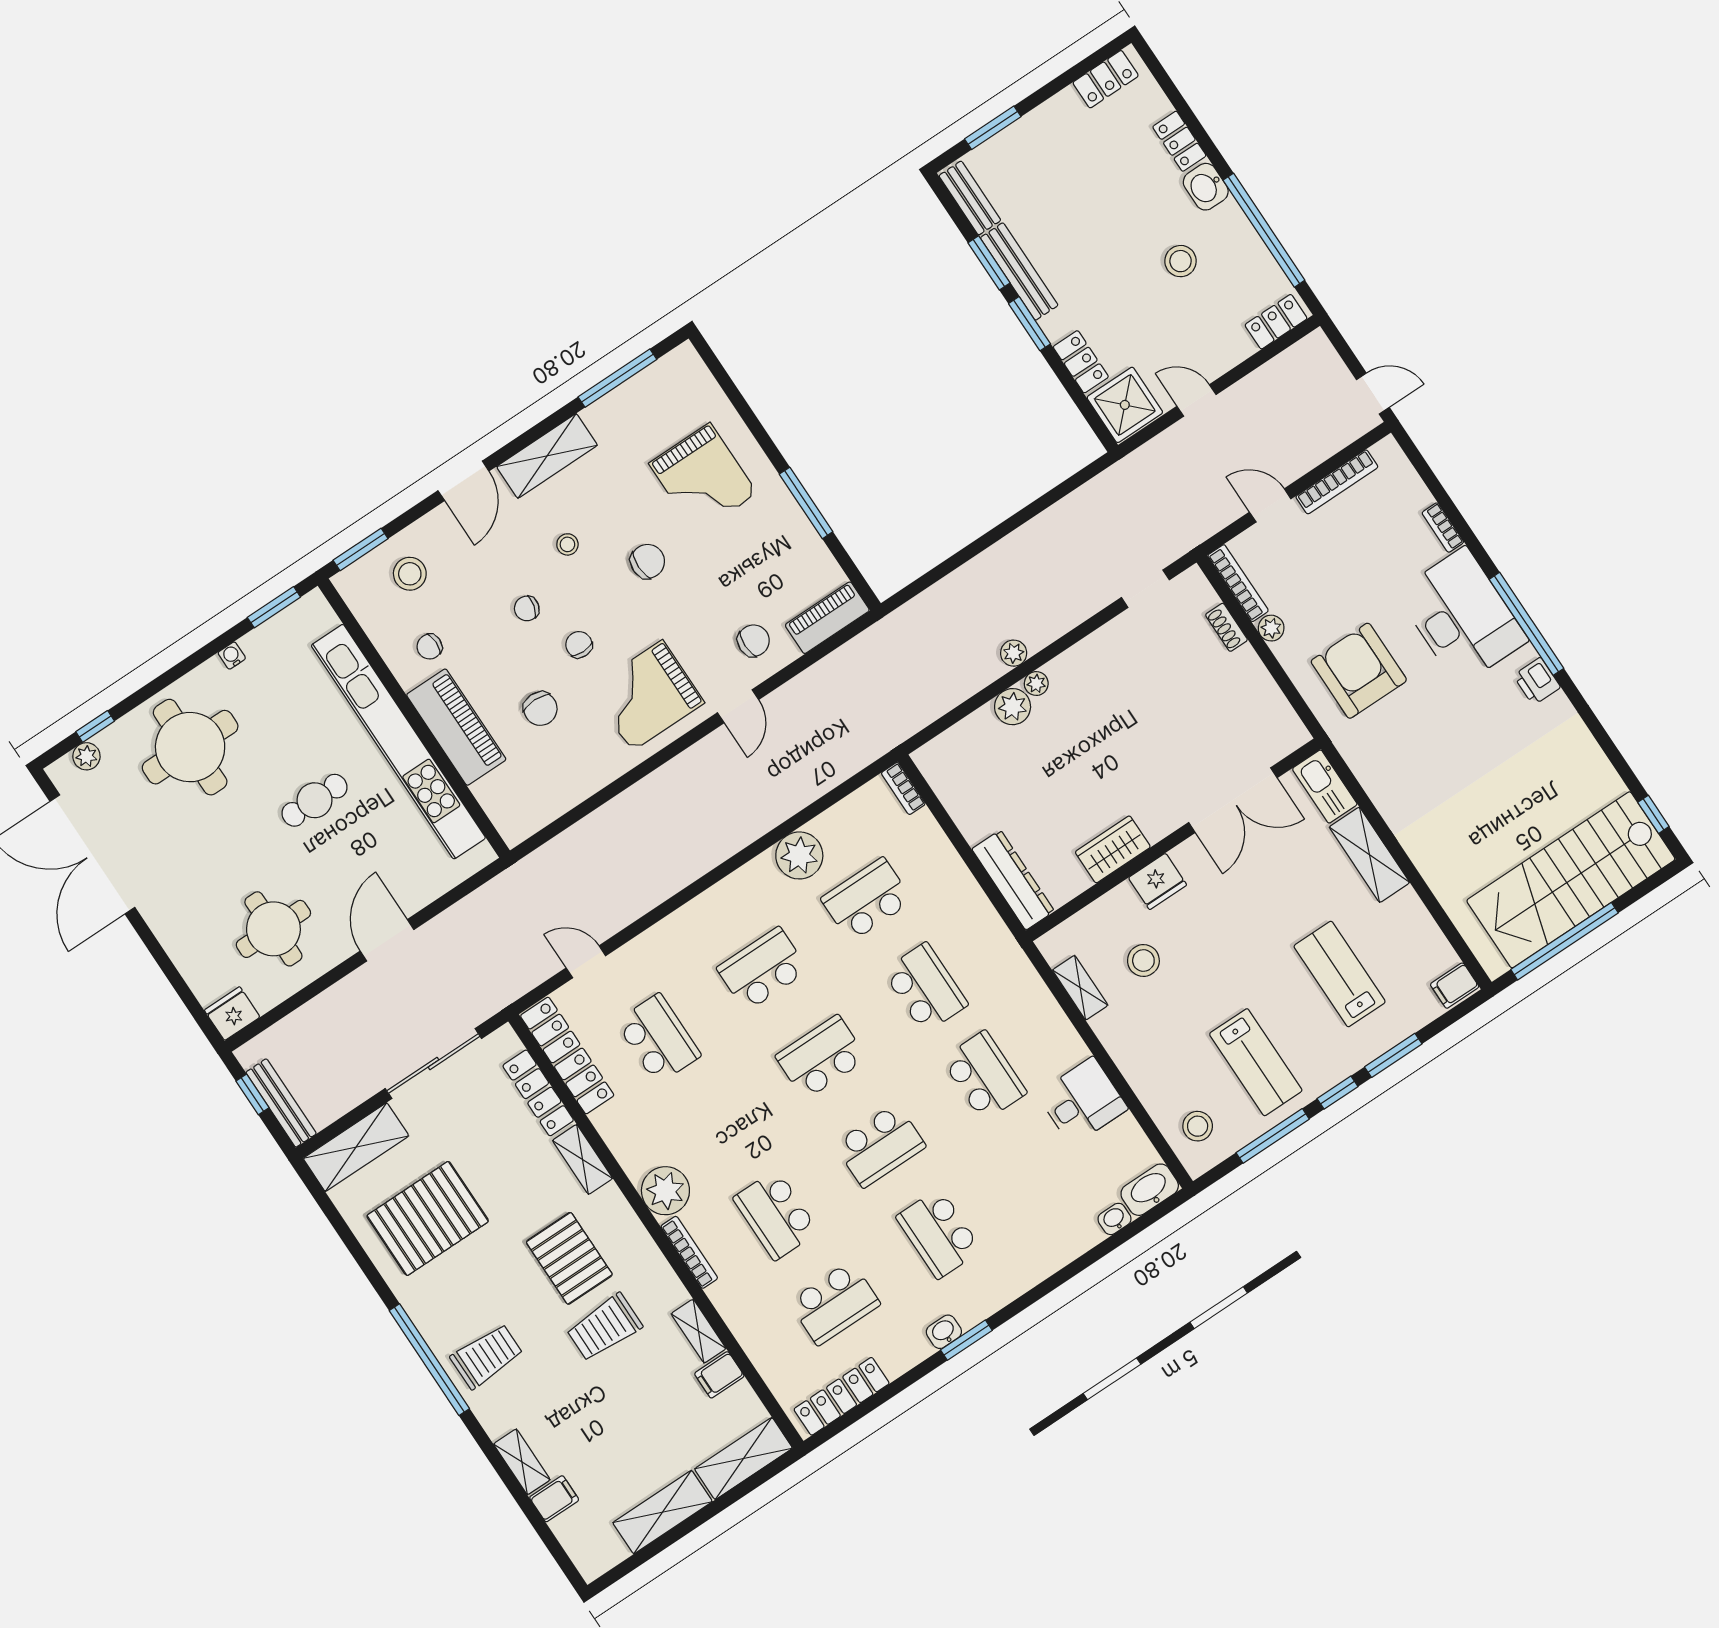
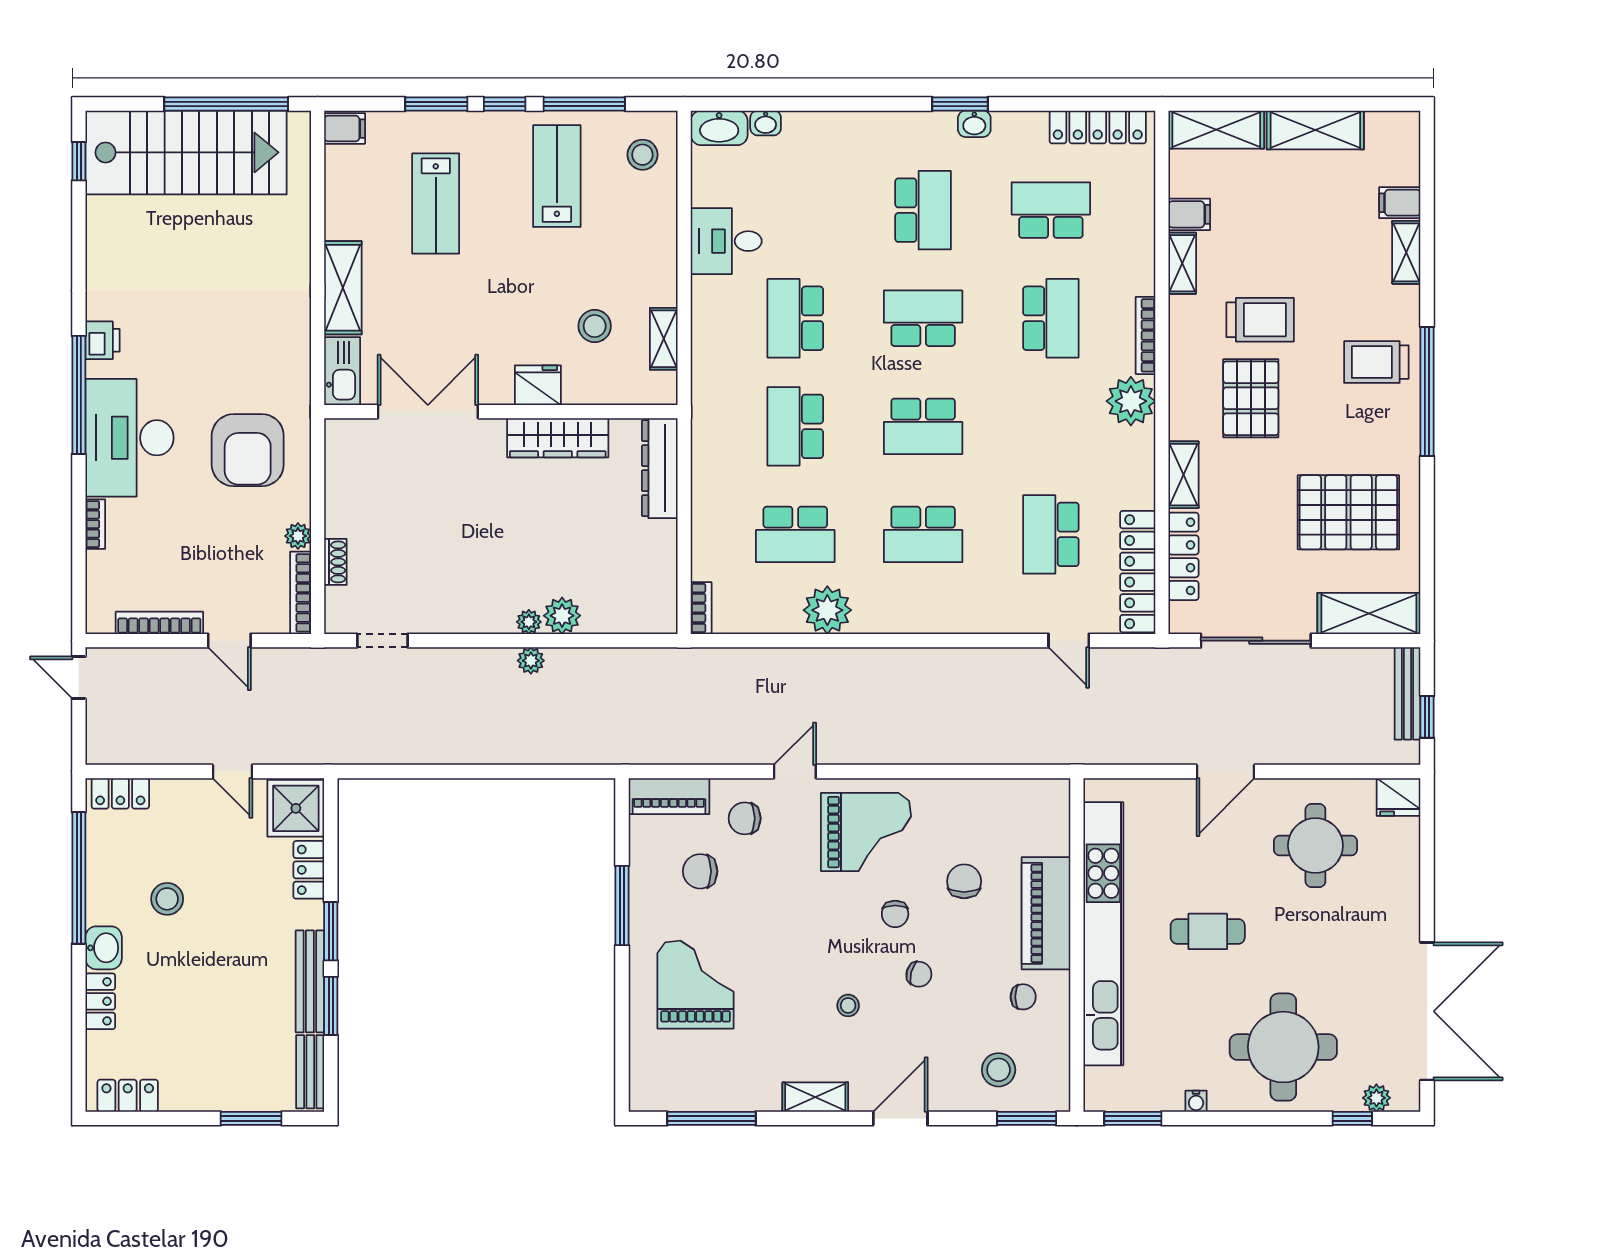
shelving: (547, 456) -> (815, 1097), width x0.67, depth x0.75
chair: (648, 561) -> (700, 871), moved
wardrobe: (1113, 849) -> (558, 438), width x1.50

